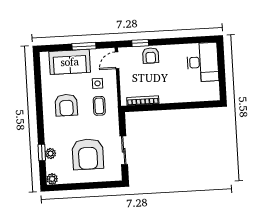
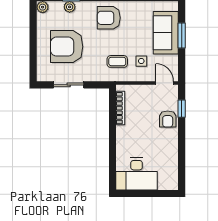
window: (84, 46) -> (182, 35), moved
armchair: (151, 56) -> (168, 119), turned -90
desk: (203, 62) -> (137, 174), moved
armchair: (66, 105) -> (109, 18), moved

